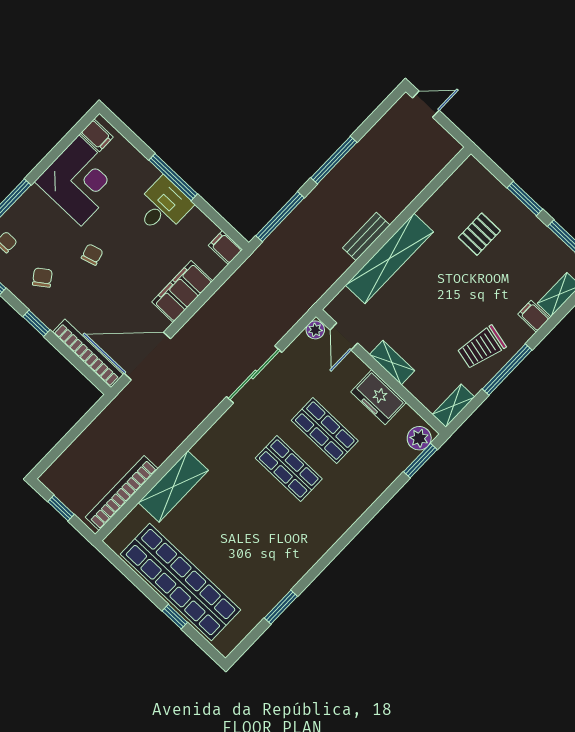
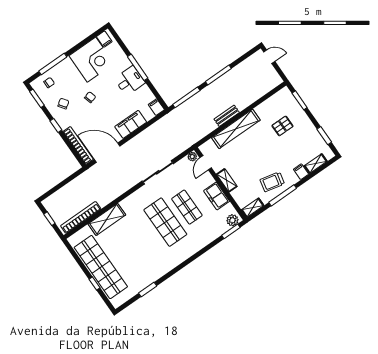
window: (525, 198) -> (300, 100), moved
shop shelf: (289, 468) -> (165, 222), width x1.43, depth x1.36

